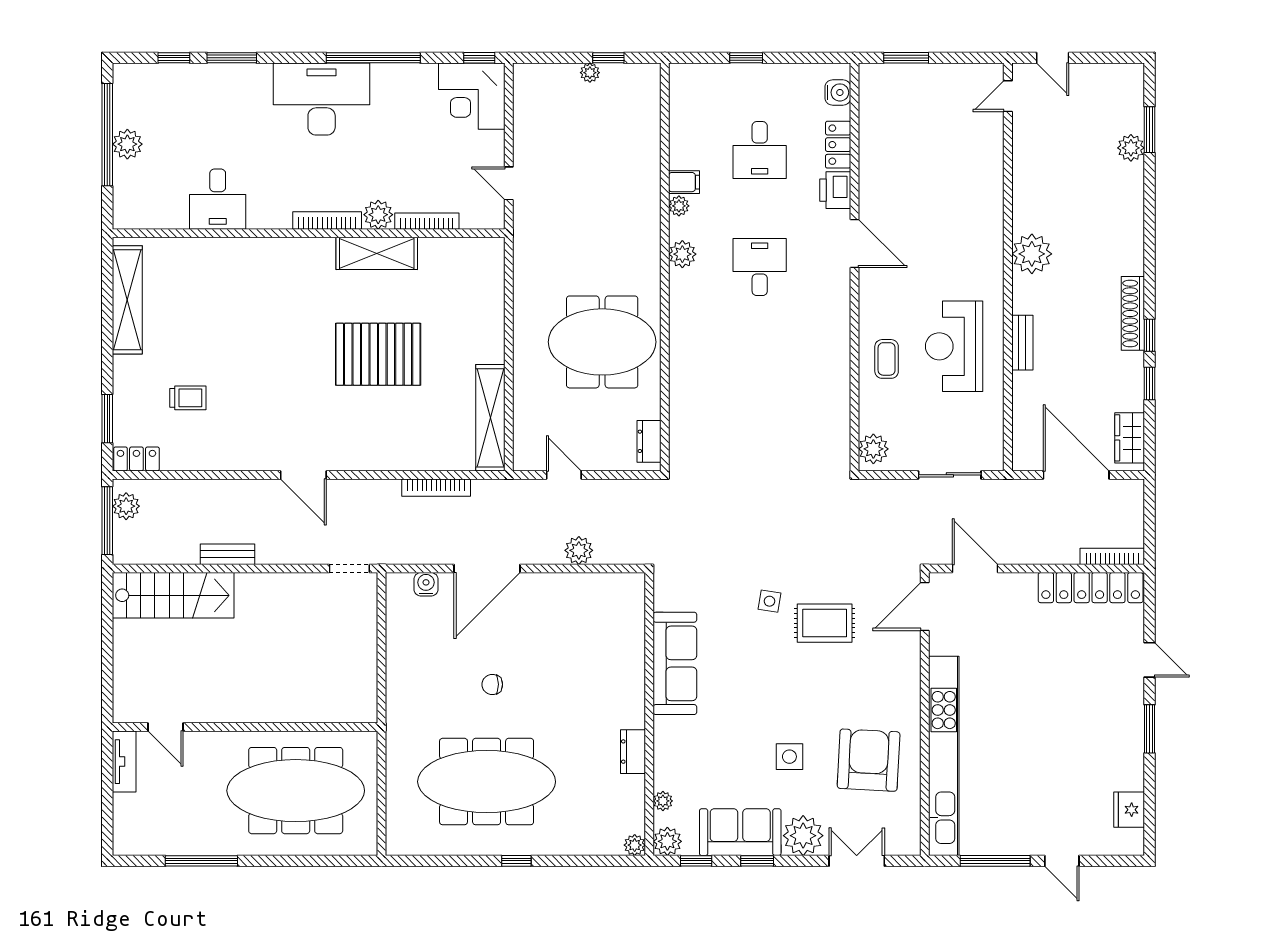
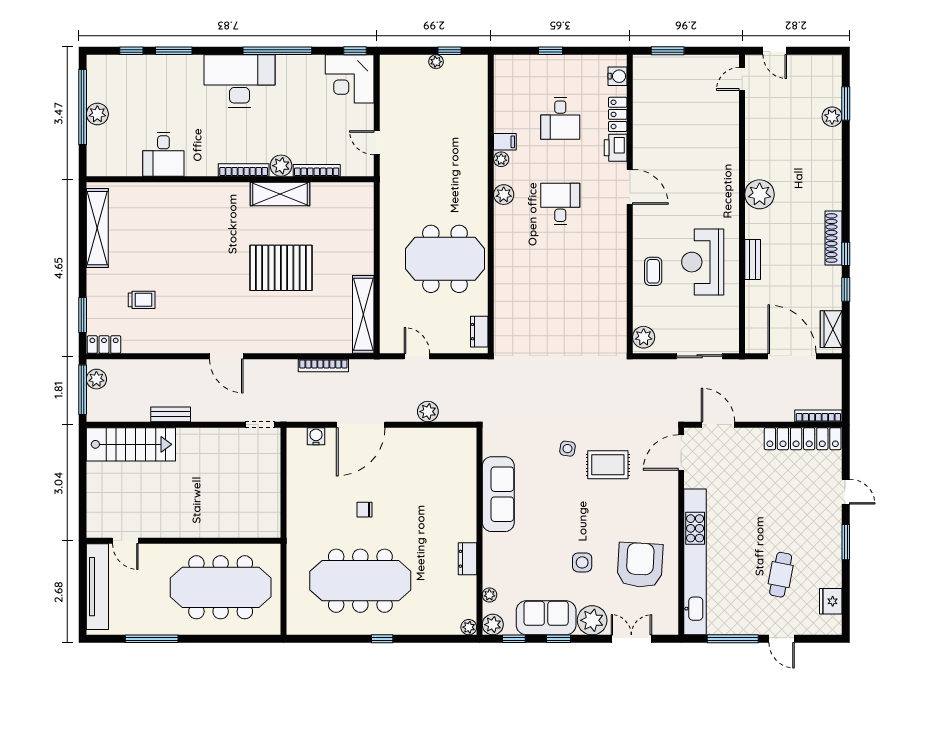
tv unit: (124, 762) -> (97, 587), width x1.92, depth x1.29
cafe table: (1061, 773) -> (781, 575), added

